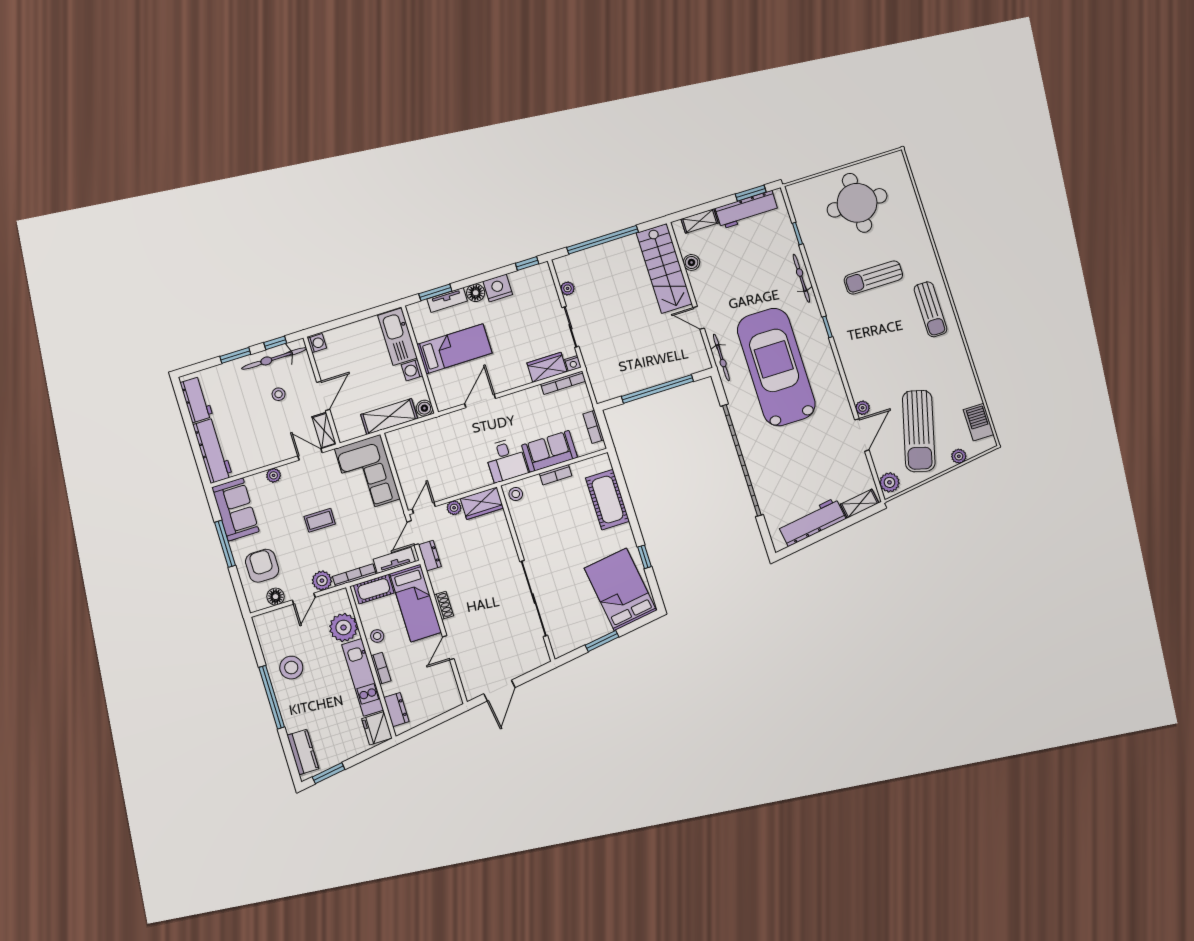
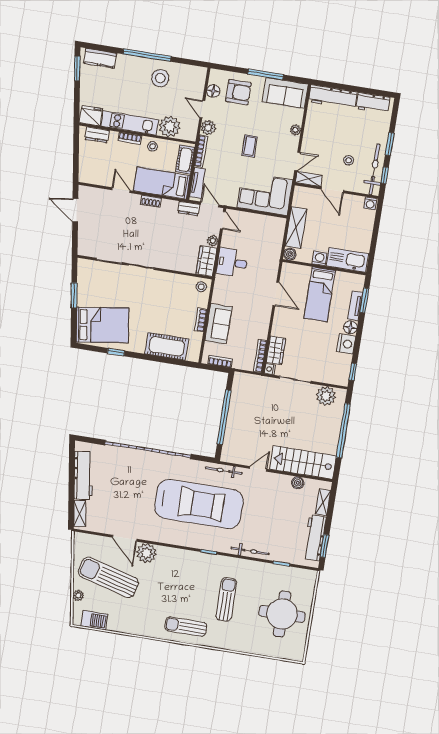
plant: (568, 288) -> (326, 396), width x1.88, depth x1.88
plant: (863, 408) -> (146, 553), width x1.88, depth x1.88
desk: (506, 460) -> (232, 263), moved
plant: (889, 482) -> (84, 540), removed

